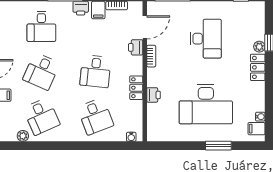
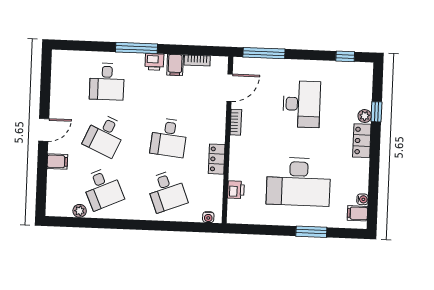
printer: (136, 47) -> (218, 111), removed
printer: (154, 95) -> (236, 190), moved

